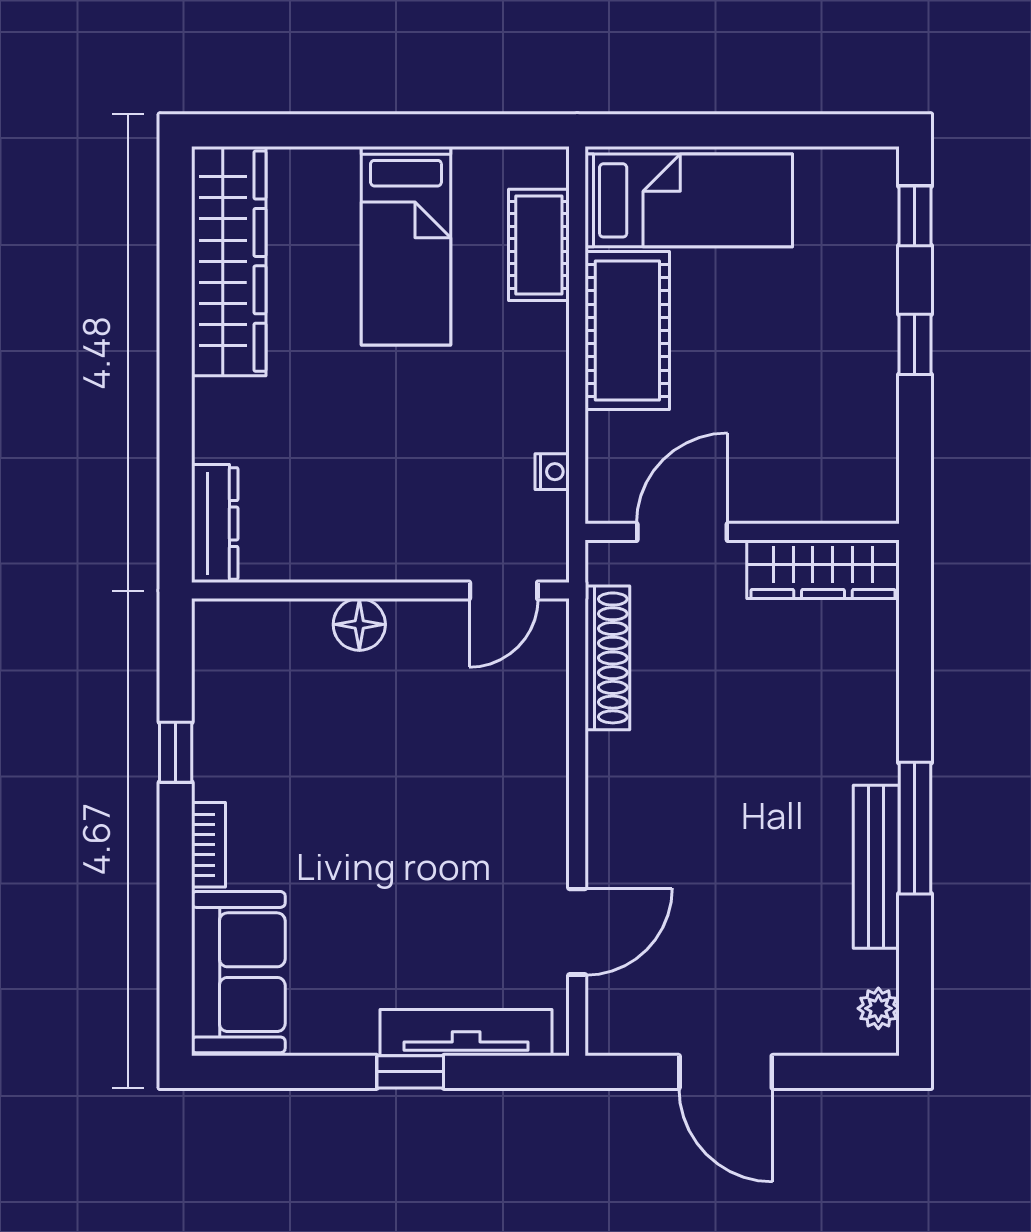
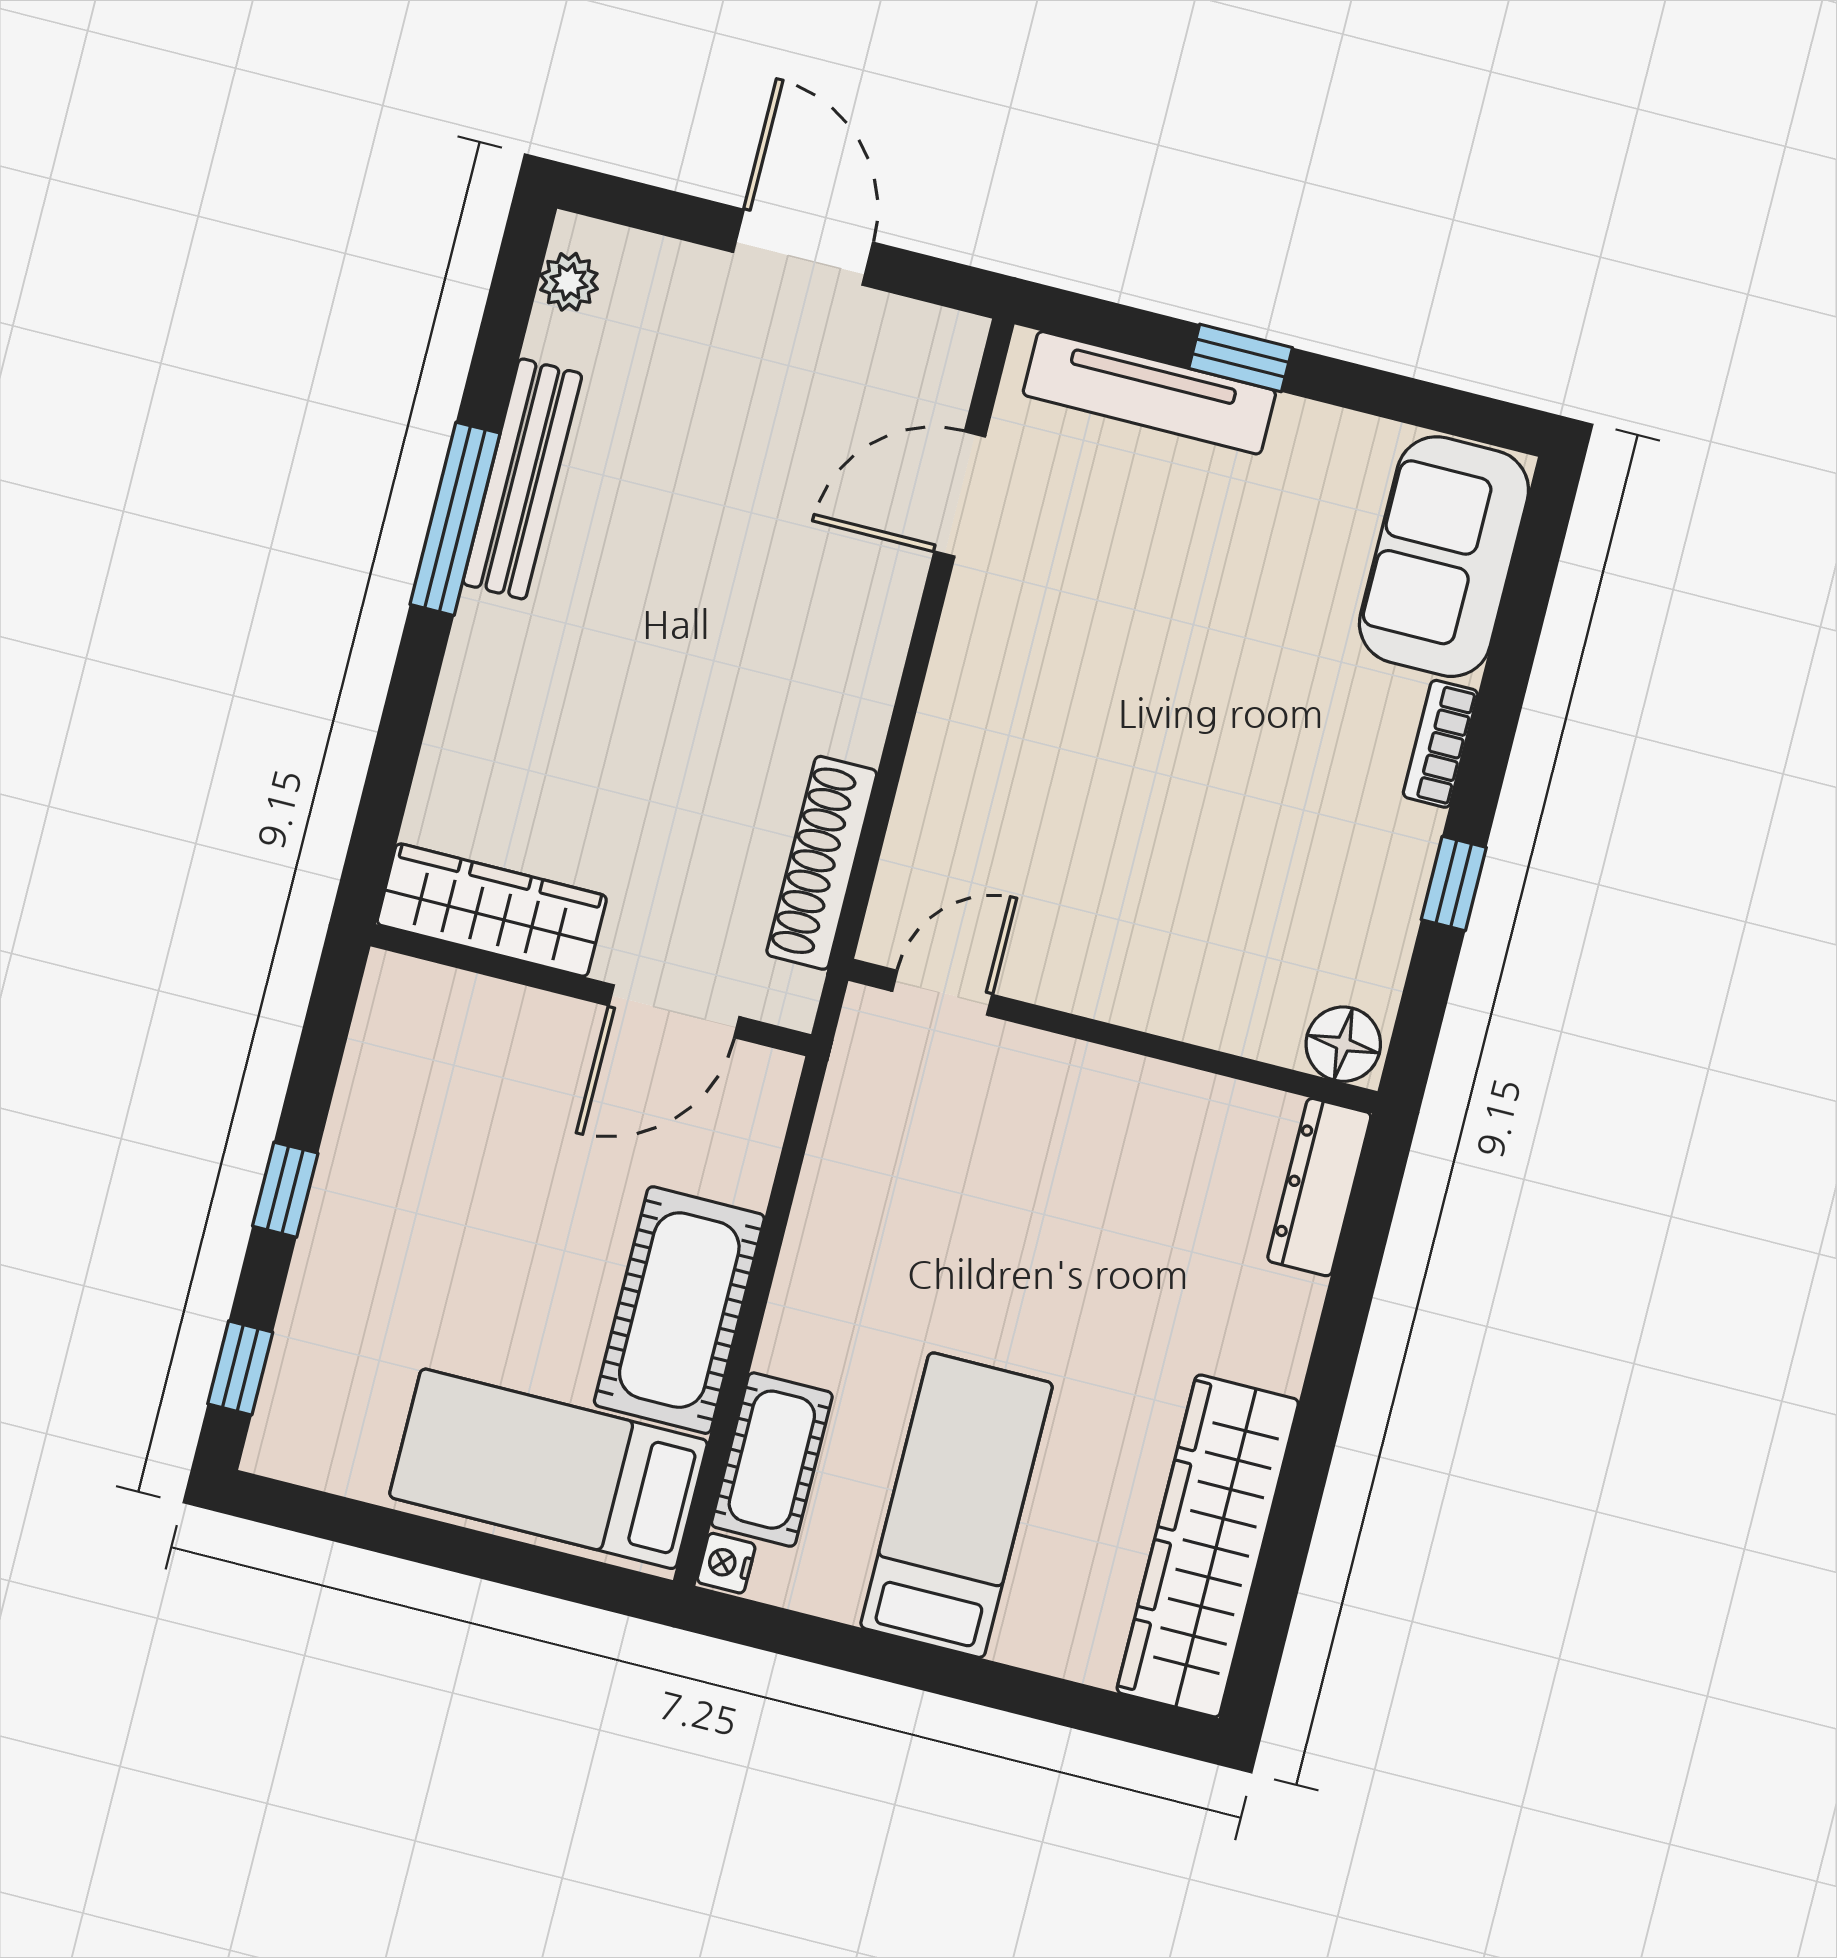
nightstand: (552, 472) -> (726, 1563), moved
floor lamp: (359, 624) -> (1343, 1044), moved

